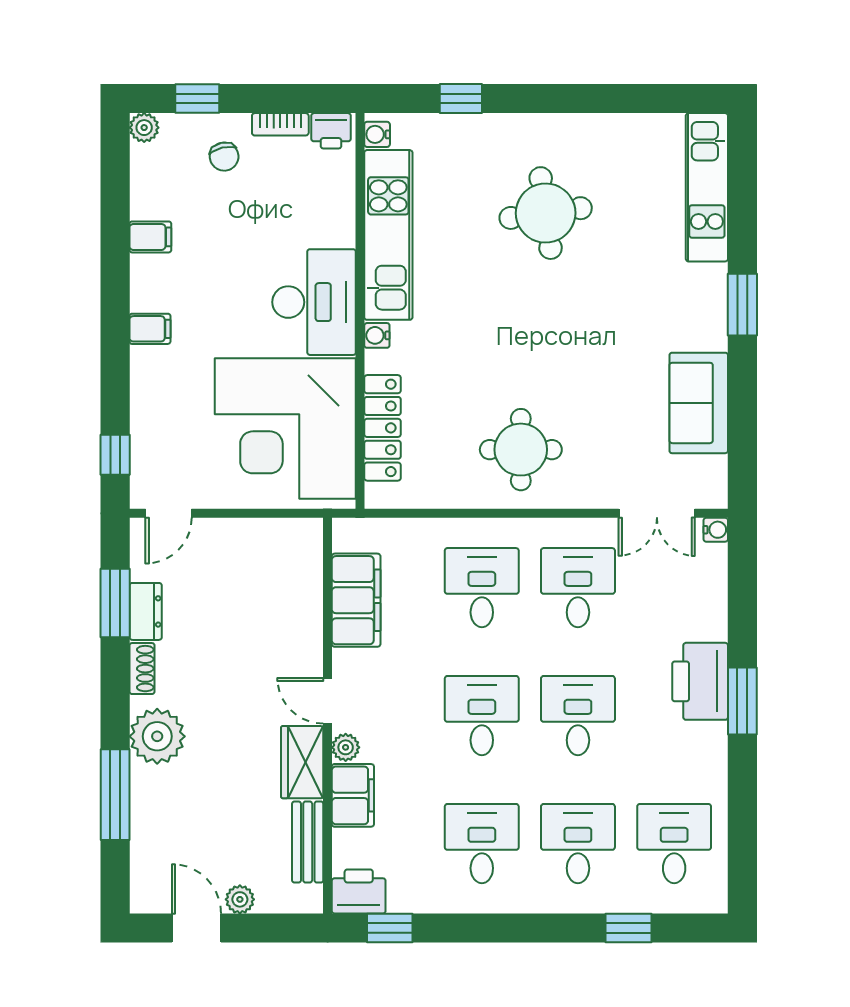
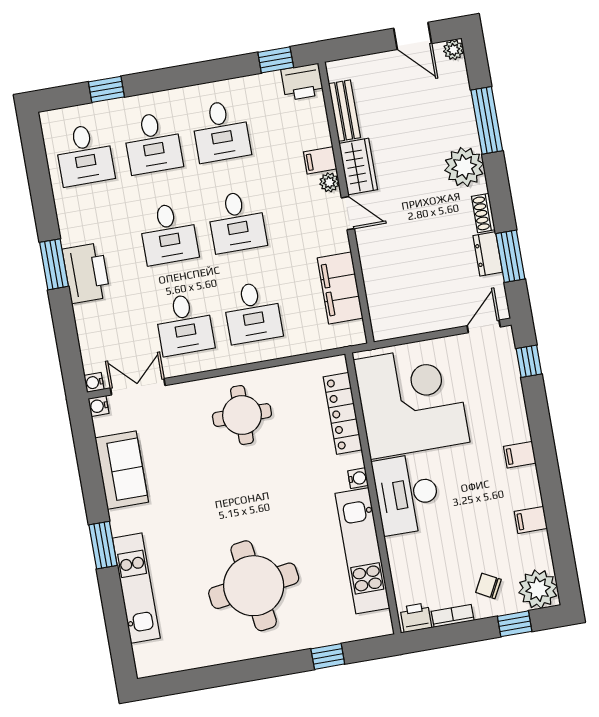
plant: (144, 128) -> (538, 589), width x1.88, depth x1.88
water cooler: (377, 134) -> (98, 406), moved, turned 180
chair: (224, 157) -> (488, 586), turned -49
kitchen unit: (707, 187) -> (136, 588), moved
round table: (546, 213) -> (254, 586), width x1.36, depth x1.36
filing cabinet: (353, 795) -> (320, 160), width x0.50
plant: (240, 899) -> (454, 50), moved

